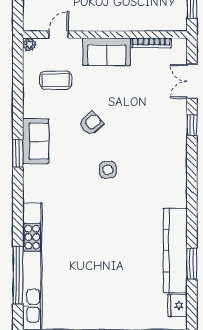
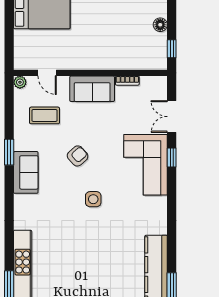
door: (59, 35) -> (47, 73), swing flipped
bookcase: (152, 43) -> (127, 81), width x0.64
corner sofa: (164, 133) -> (145, 165), added
window: (18, 153) -> (9, 152), moved

